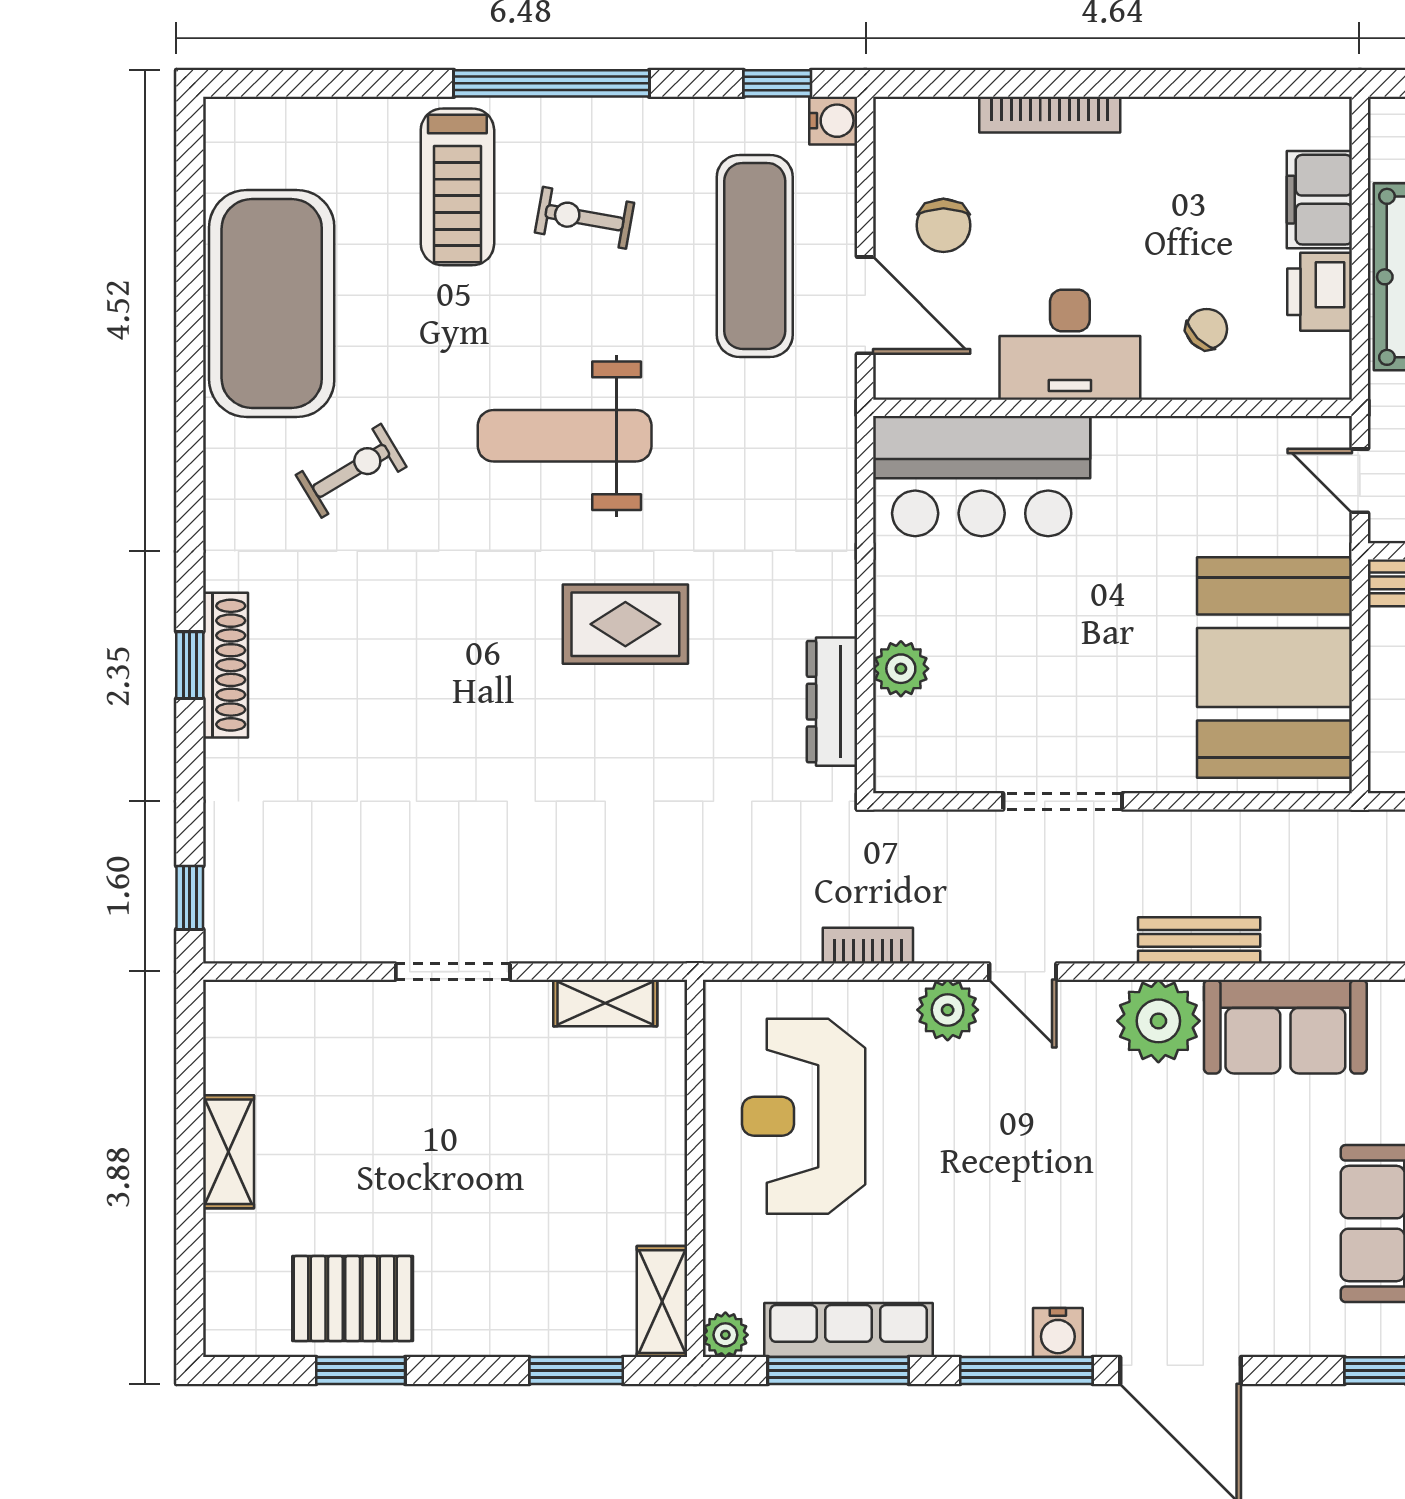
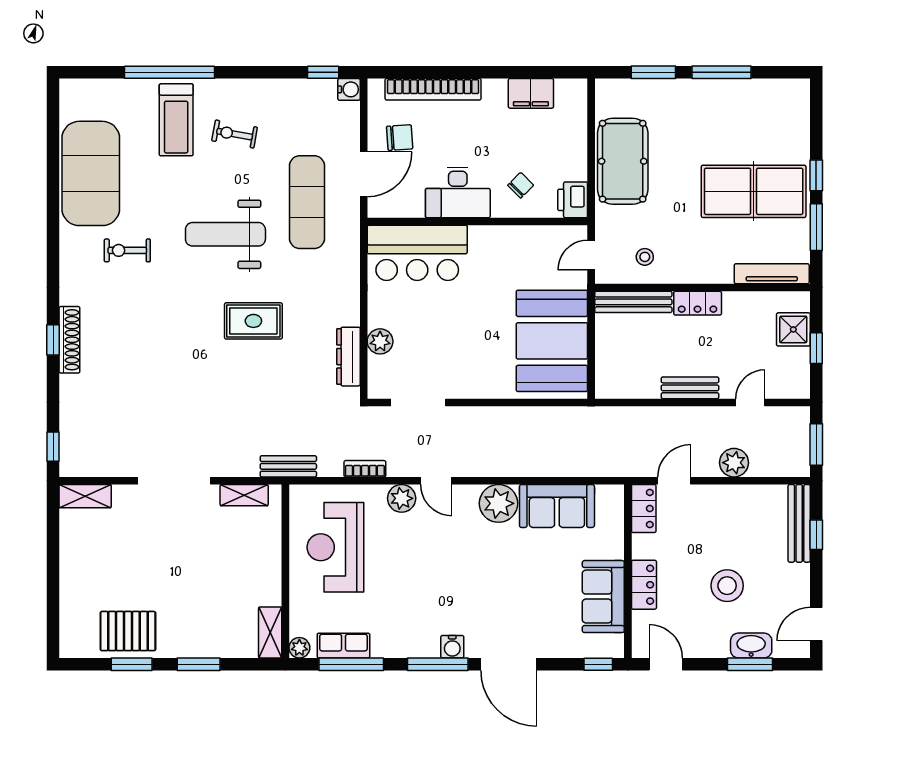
window: (552, 83) -> (169, 72), moved
bookcase: (1050, 115) -> (433, 89), width x1.48, depth x1.31
filing cabinet: (1319, 200) -> (531, 93), moved, turned -90
chair: (943, 225) -> (400, 138), turned -94
exercise mat: (755, 256) -> (307, 202), moved
printer: (1320, 292) -> (573, 200), moved
door: (865, 305) -> (364, 174), hinge flipped
exercise bike: (351, 471) -> (127, 250), turned -149
door: (1360, 481) -> (591, 255), hinge flipped
doorway: (1063, 801) -> (418, 402), moved
bench: (1199, 940) -> (288, 466), moved
doorway: (453, 972) -> (174, 481), width x1.36
shelving: (228, 1152) -> (85, 496), moved, turned 90
row of seats: (849, 1330) -> (343, 646), width x0.68
window: (576, 1371) -> (199, 664), moved

